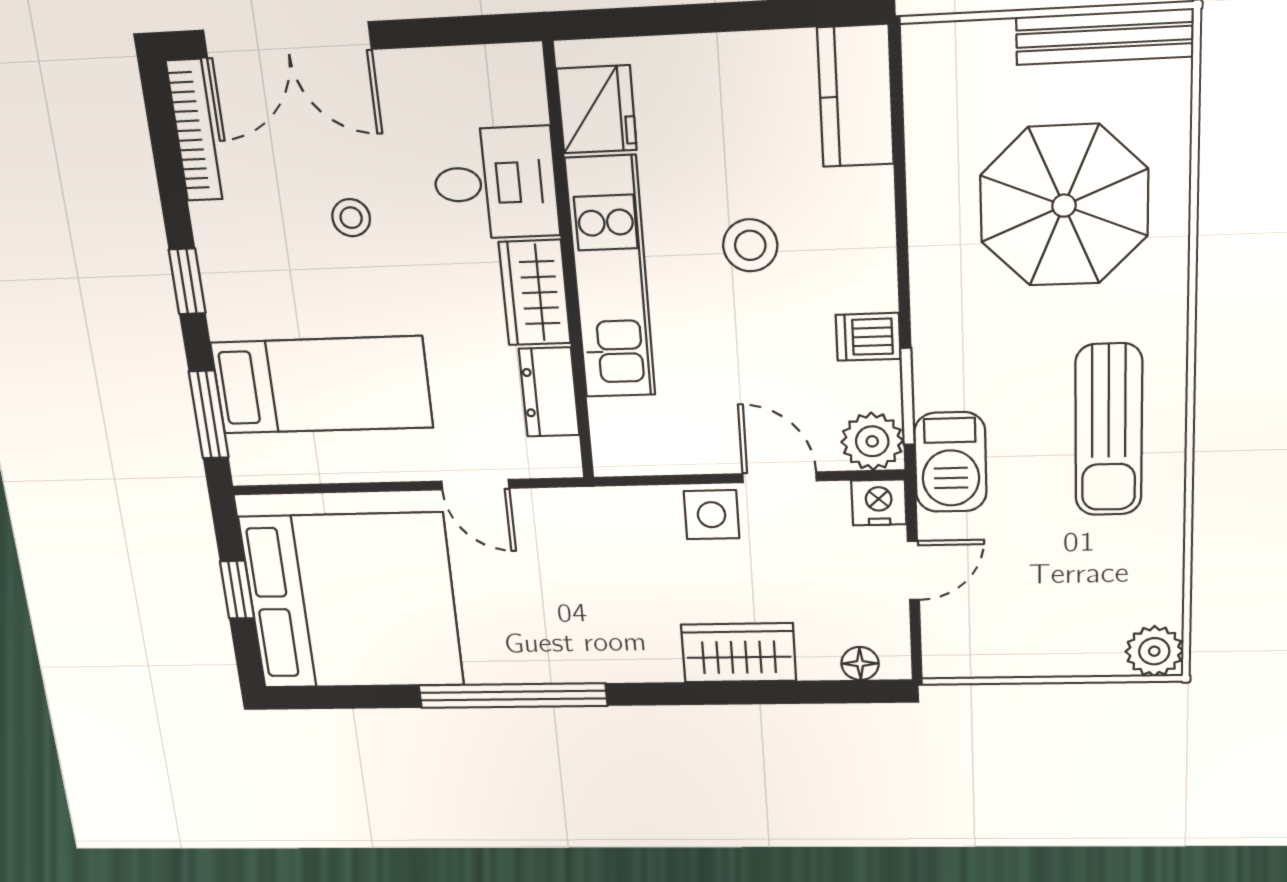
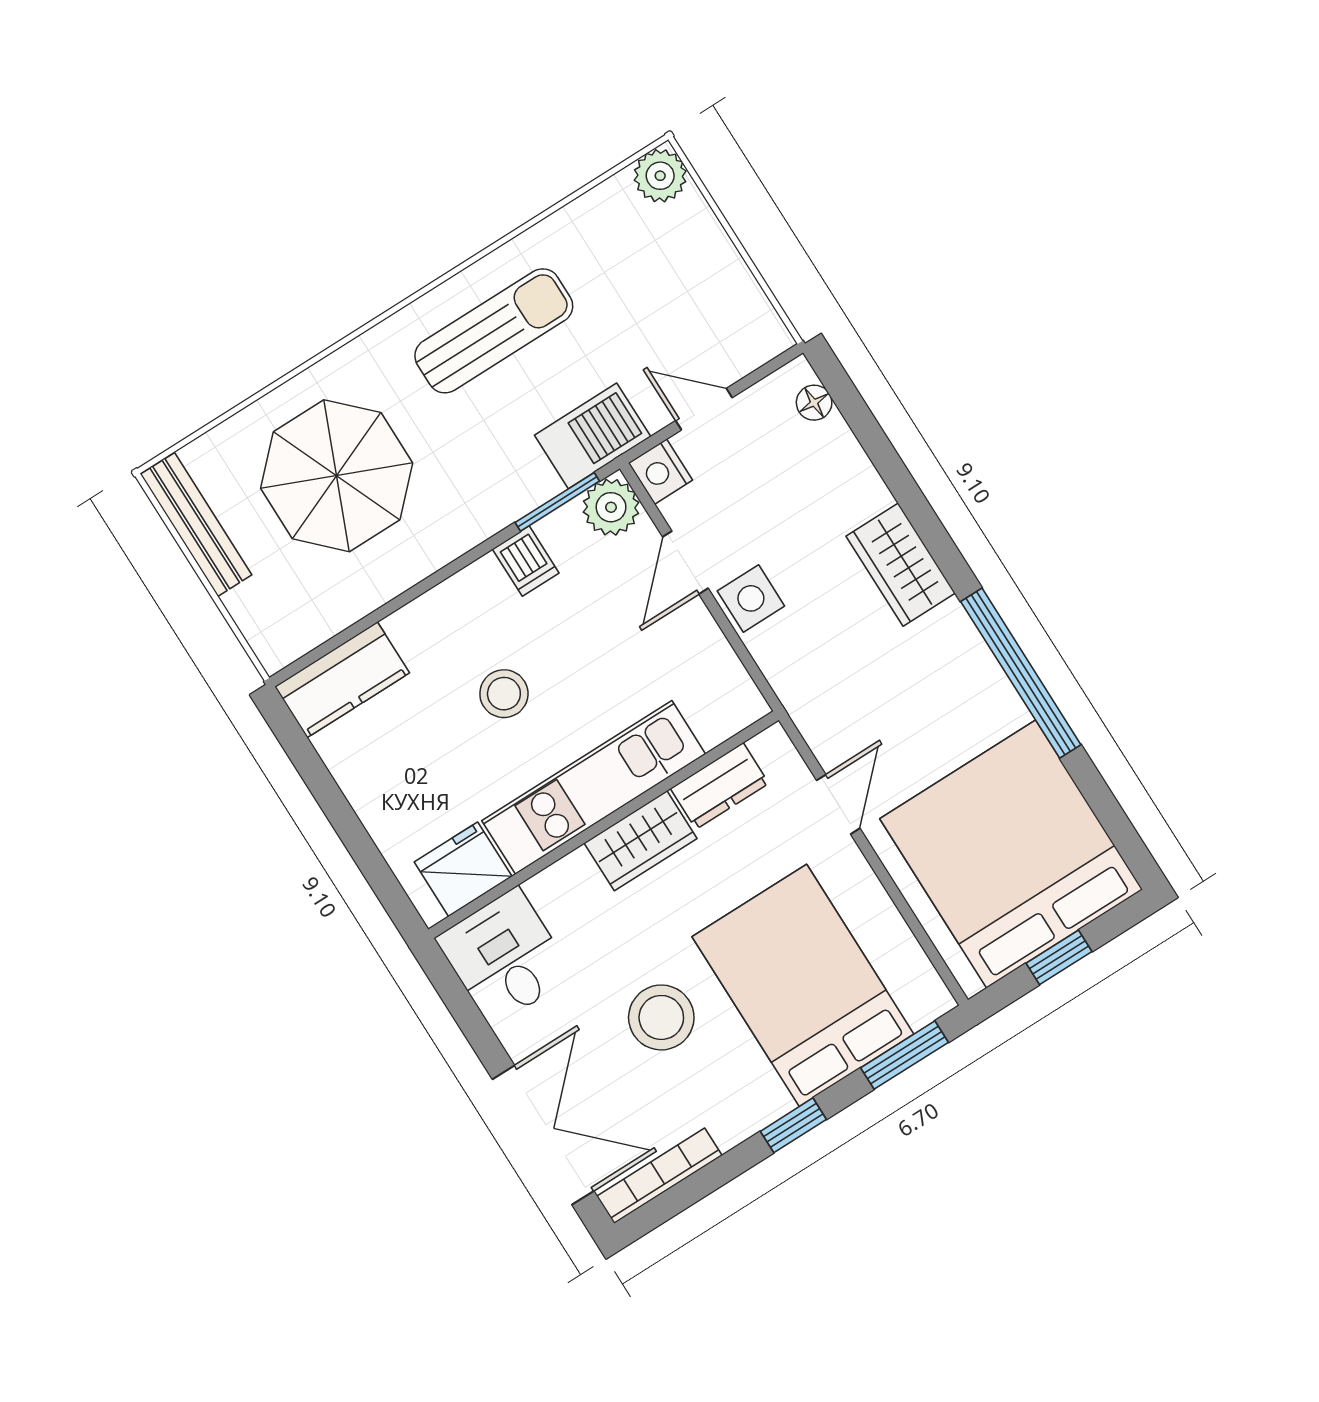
desk: (495, 183) -> (505, 957), moved
stool: (351, 218) -> (661, 1017), width x1.89, depth x1.89
bed: (322, 385) -> (803, 985), width x1.50
wardrobe: (739, 653) -> (901, 565), moved

